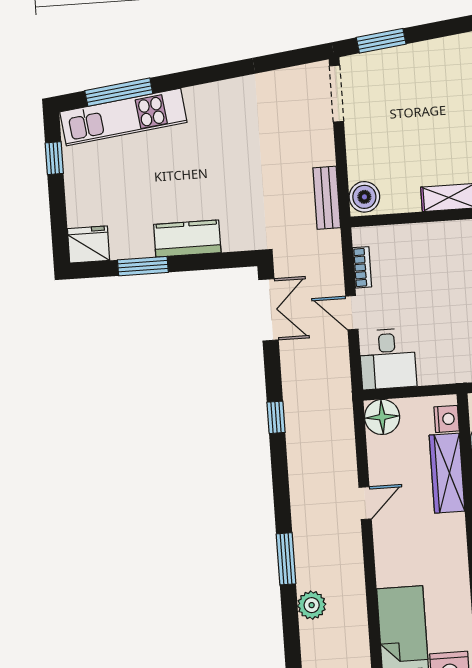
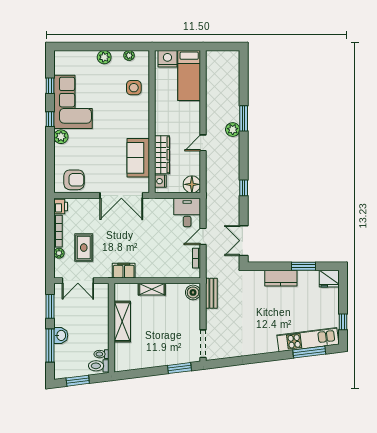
door: (352, 313) -> (203, 236), swing flipped
plant: (312, 605) -> (233, 130), moved

